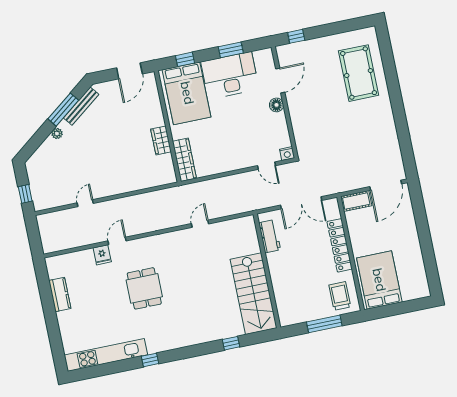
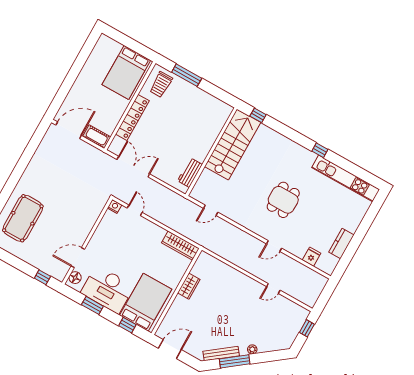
floor lamp: (276, 105) -> (75, 278), moved
wardrobe: (184, 160) -> (180, 246), moved, turned -90
workbench: (270, 236) -> (190, 173), moved
fridge: (102, 255) -> (312, 257), moved
wall: (267, 271) -> (211, 152), moved
stairs: (254, 294) -> (233, 144), moved

